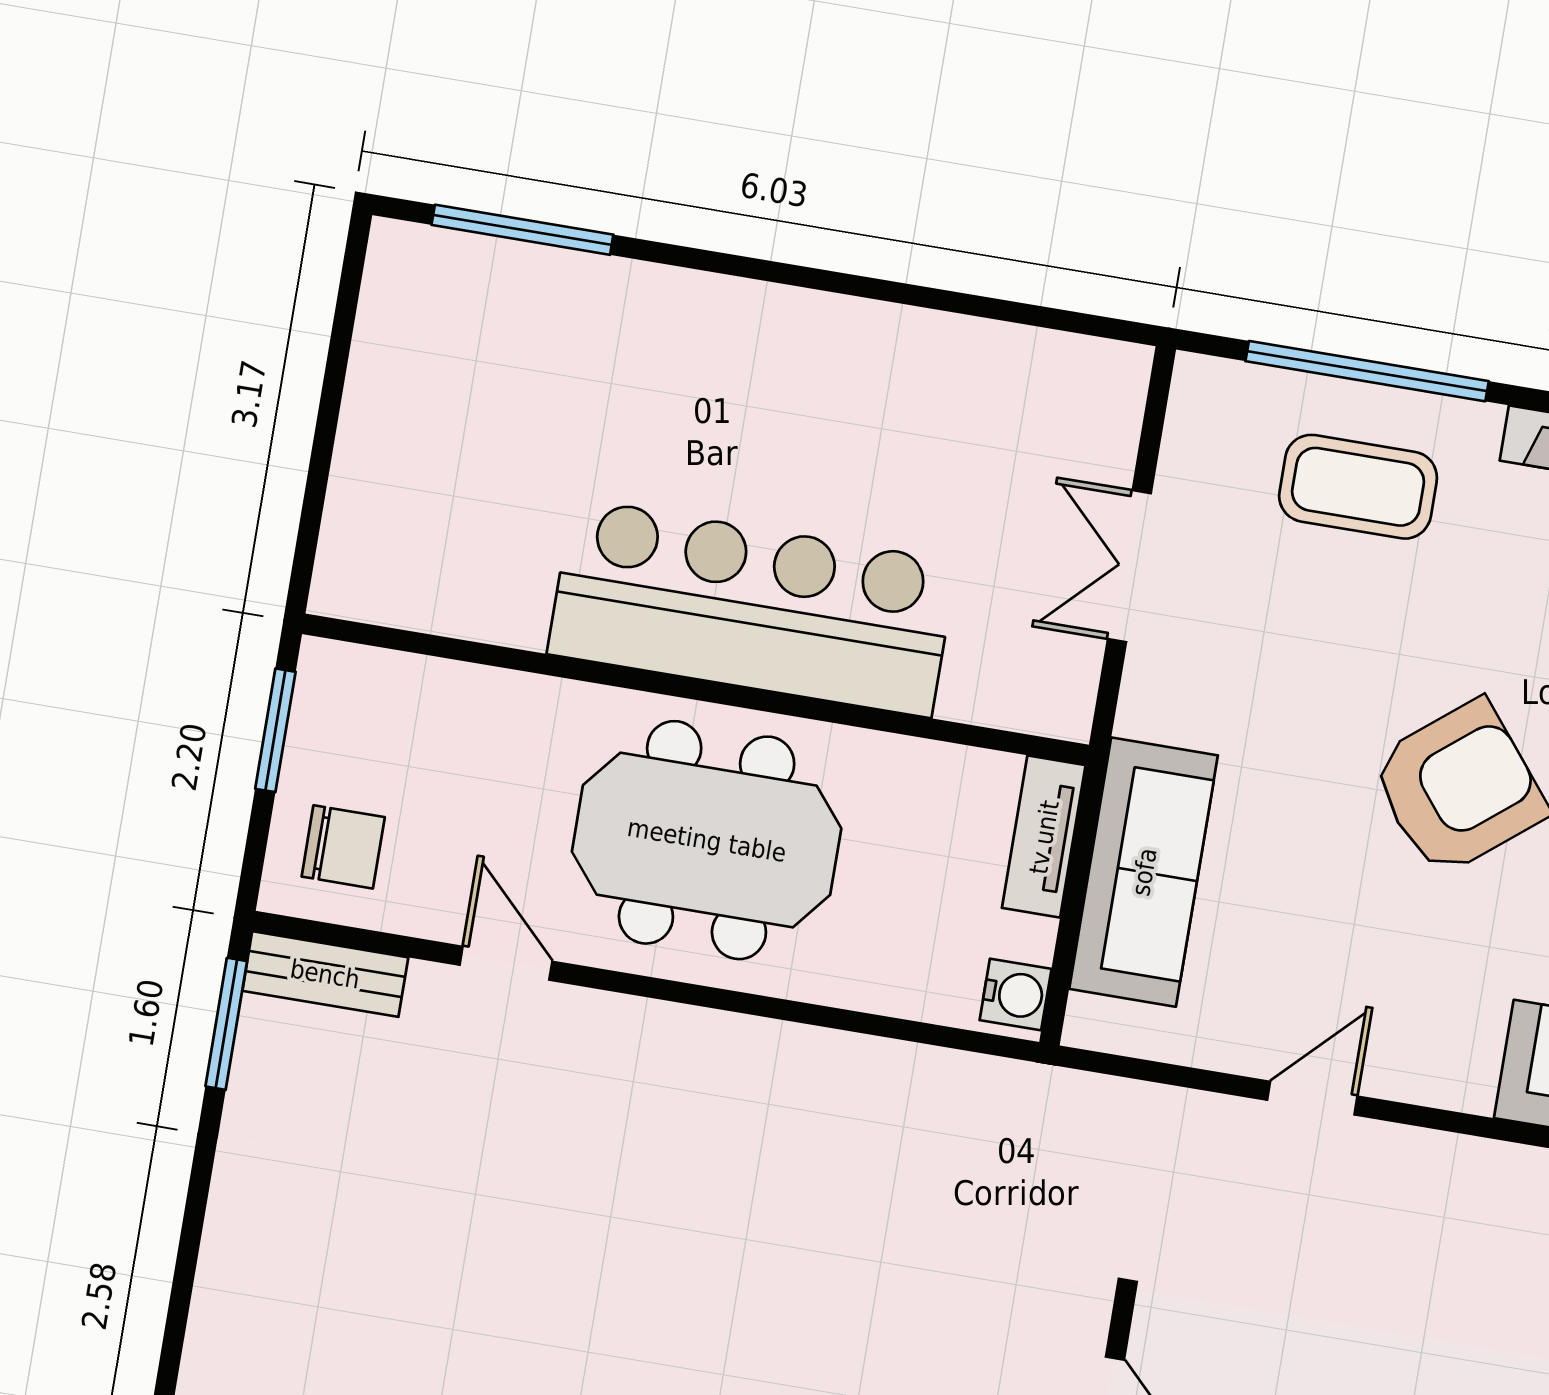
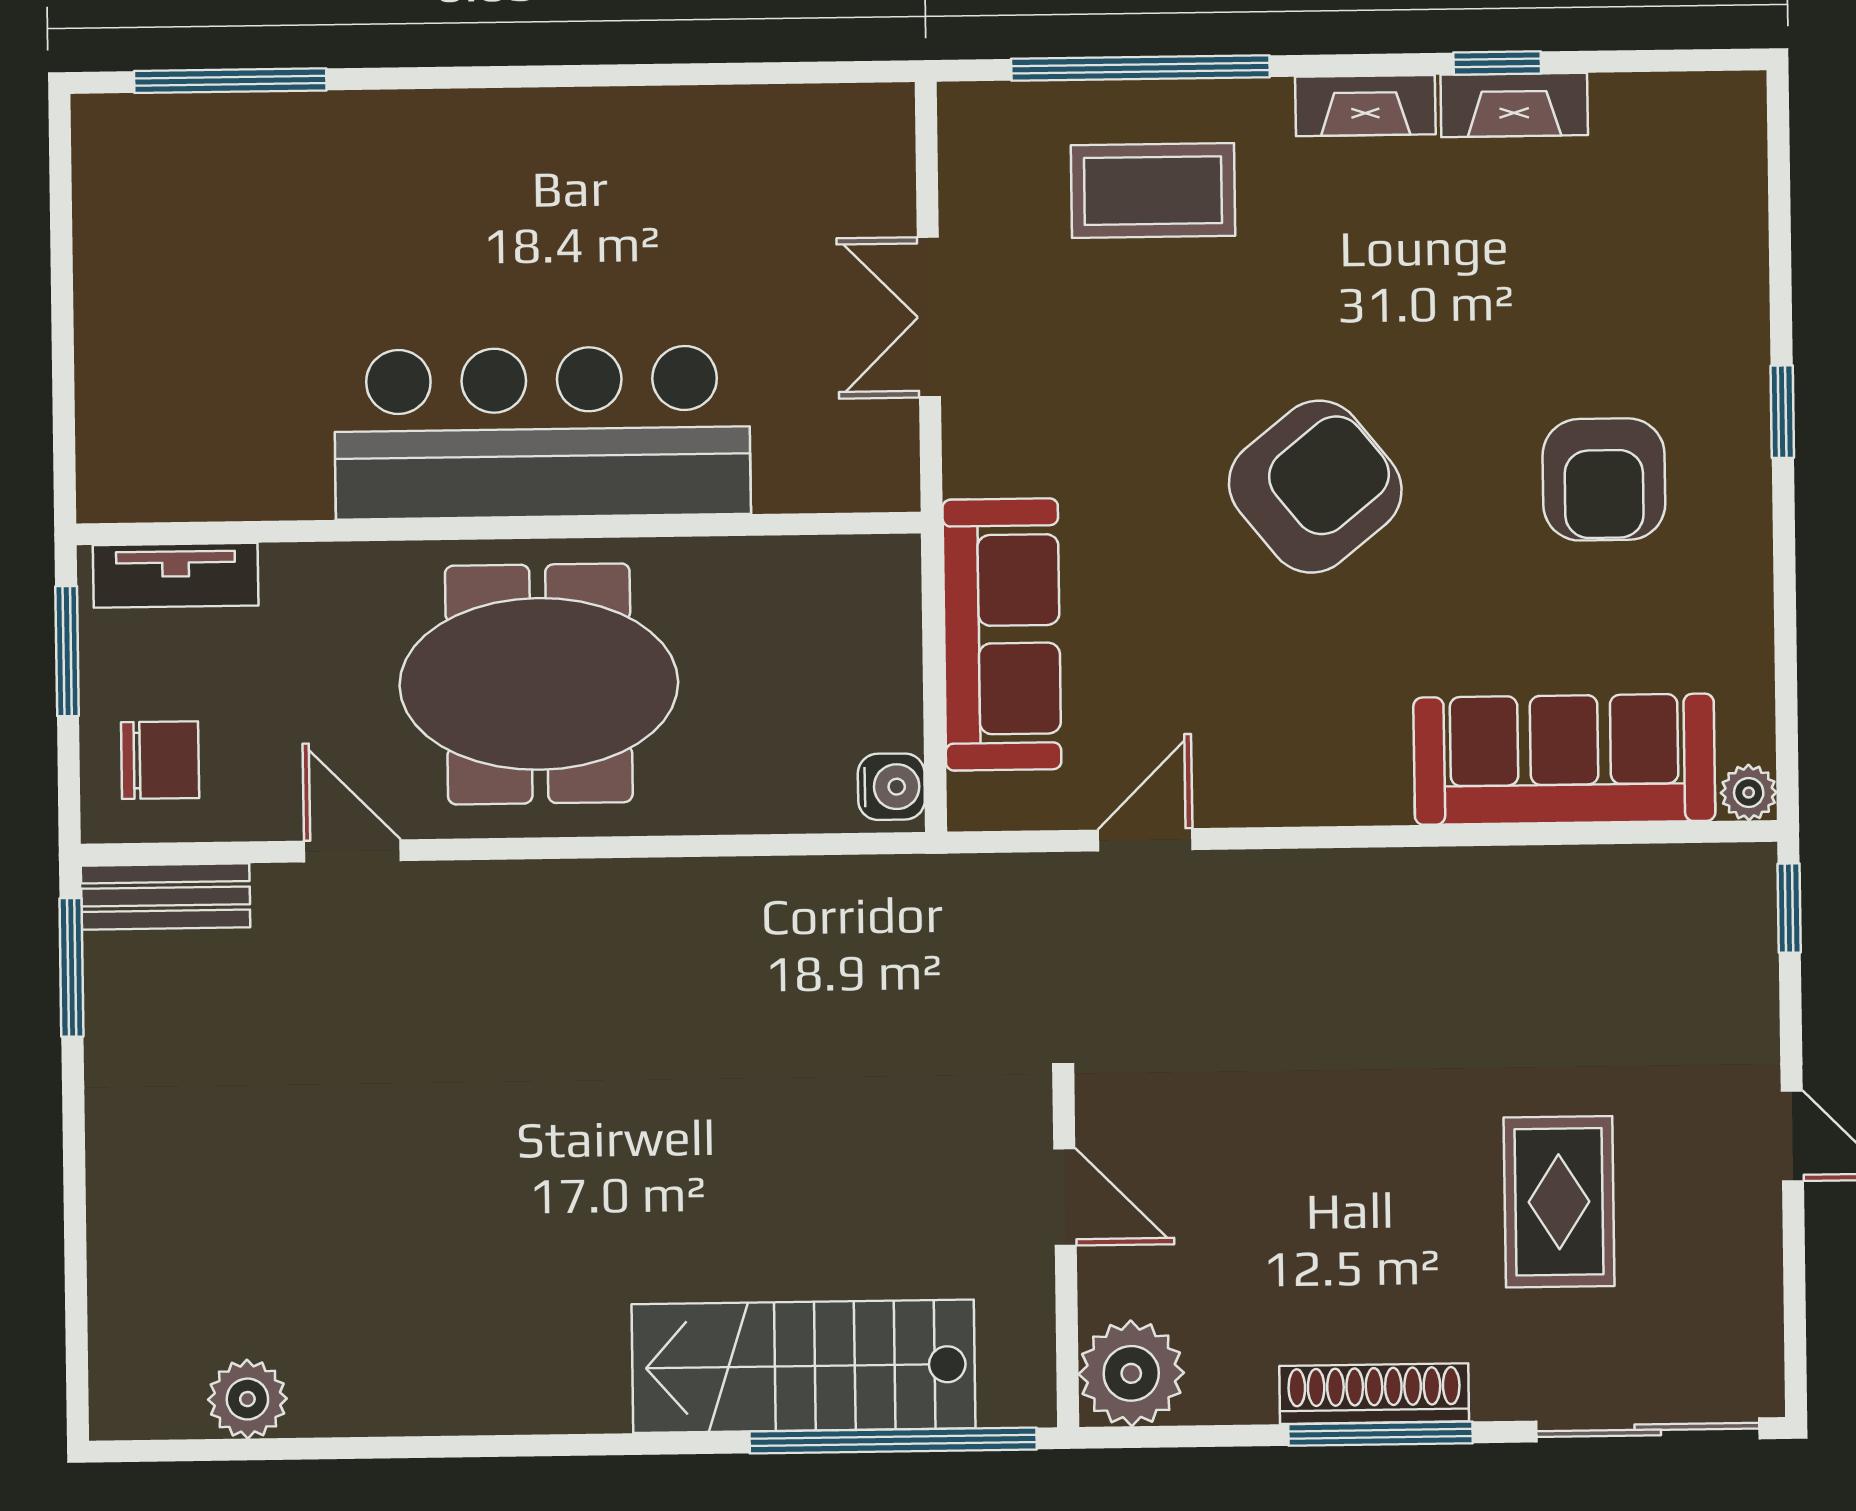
tv unit: (1044, 837) -> (176, 575), moved, turned -90
door: (1312, 1098) -> (1145, 840), moved

